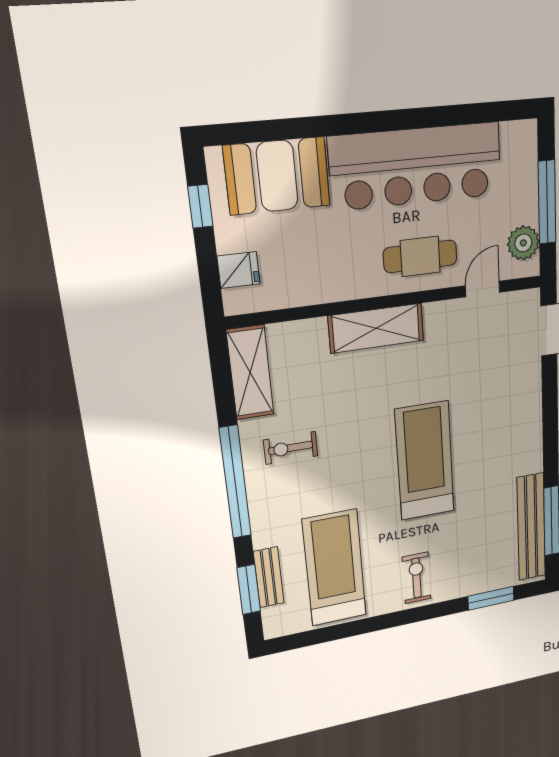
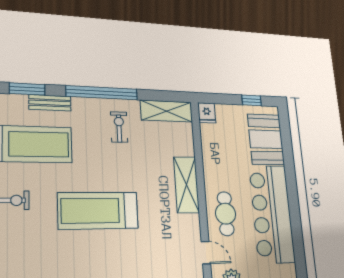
fridge: (239, 270) -> (207, 113), moved
treadmill: (425, 461) -> (98, 211), turned 180
bench: (269, 577) -> (50, 103), moved

